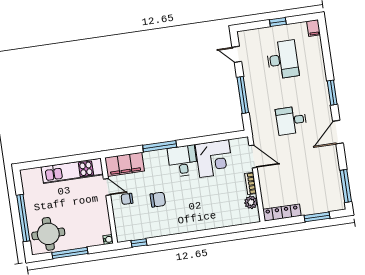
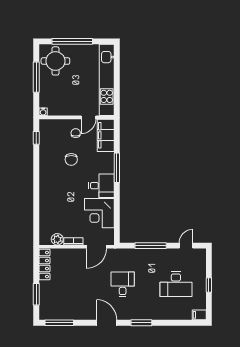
kitchen unit: (72, 171) -> (107, 80), width x1.36

